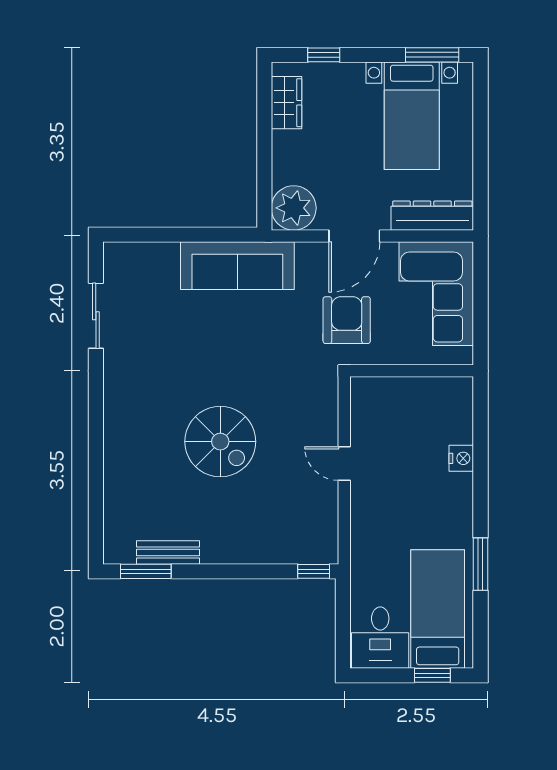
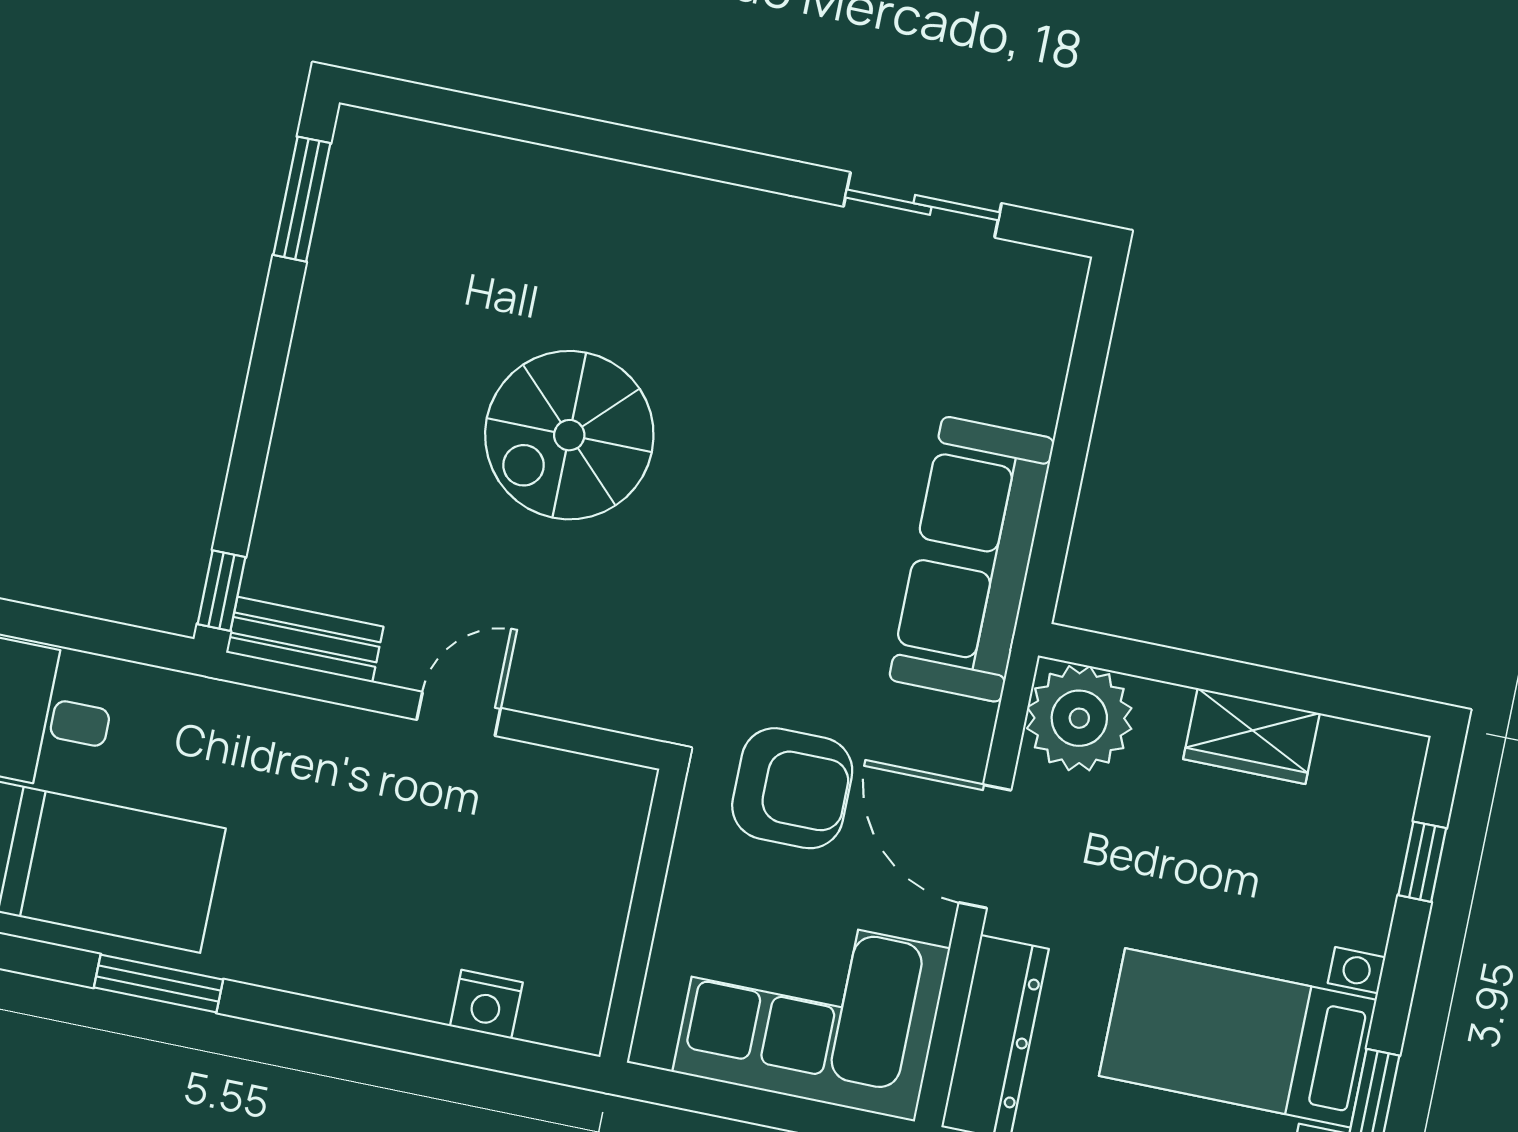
wardrobe: (286, 103) -> (1251, 736), moved
nightstand: (461, 458) -> (486, 1004), moved
bench: (168, 552) -> (305, 640), moved, turned 90

